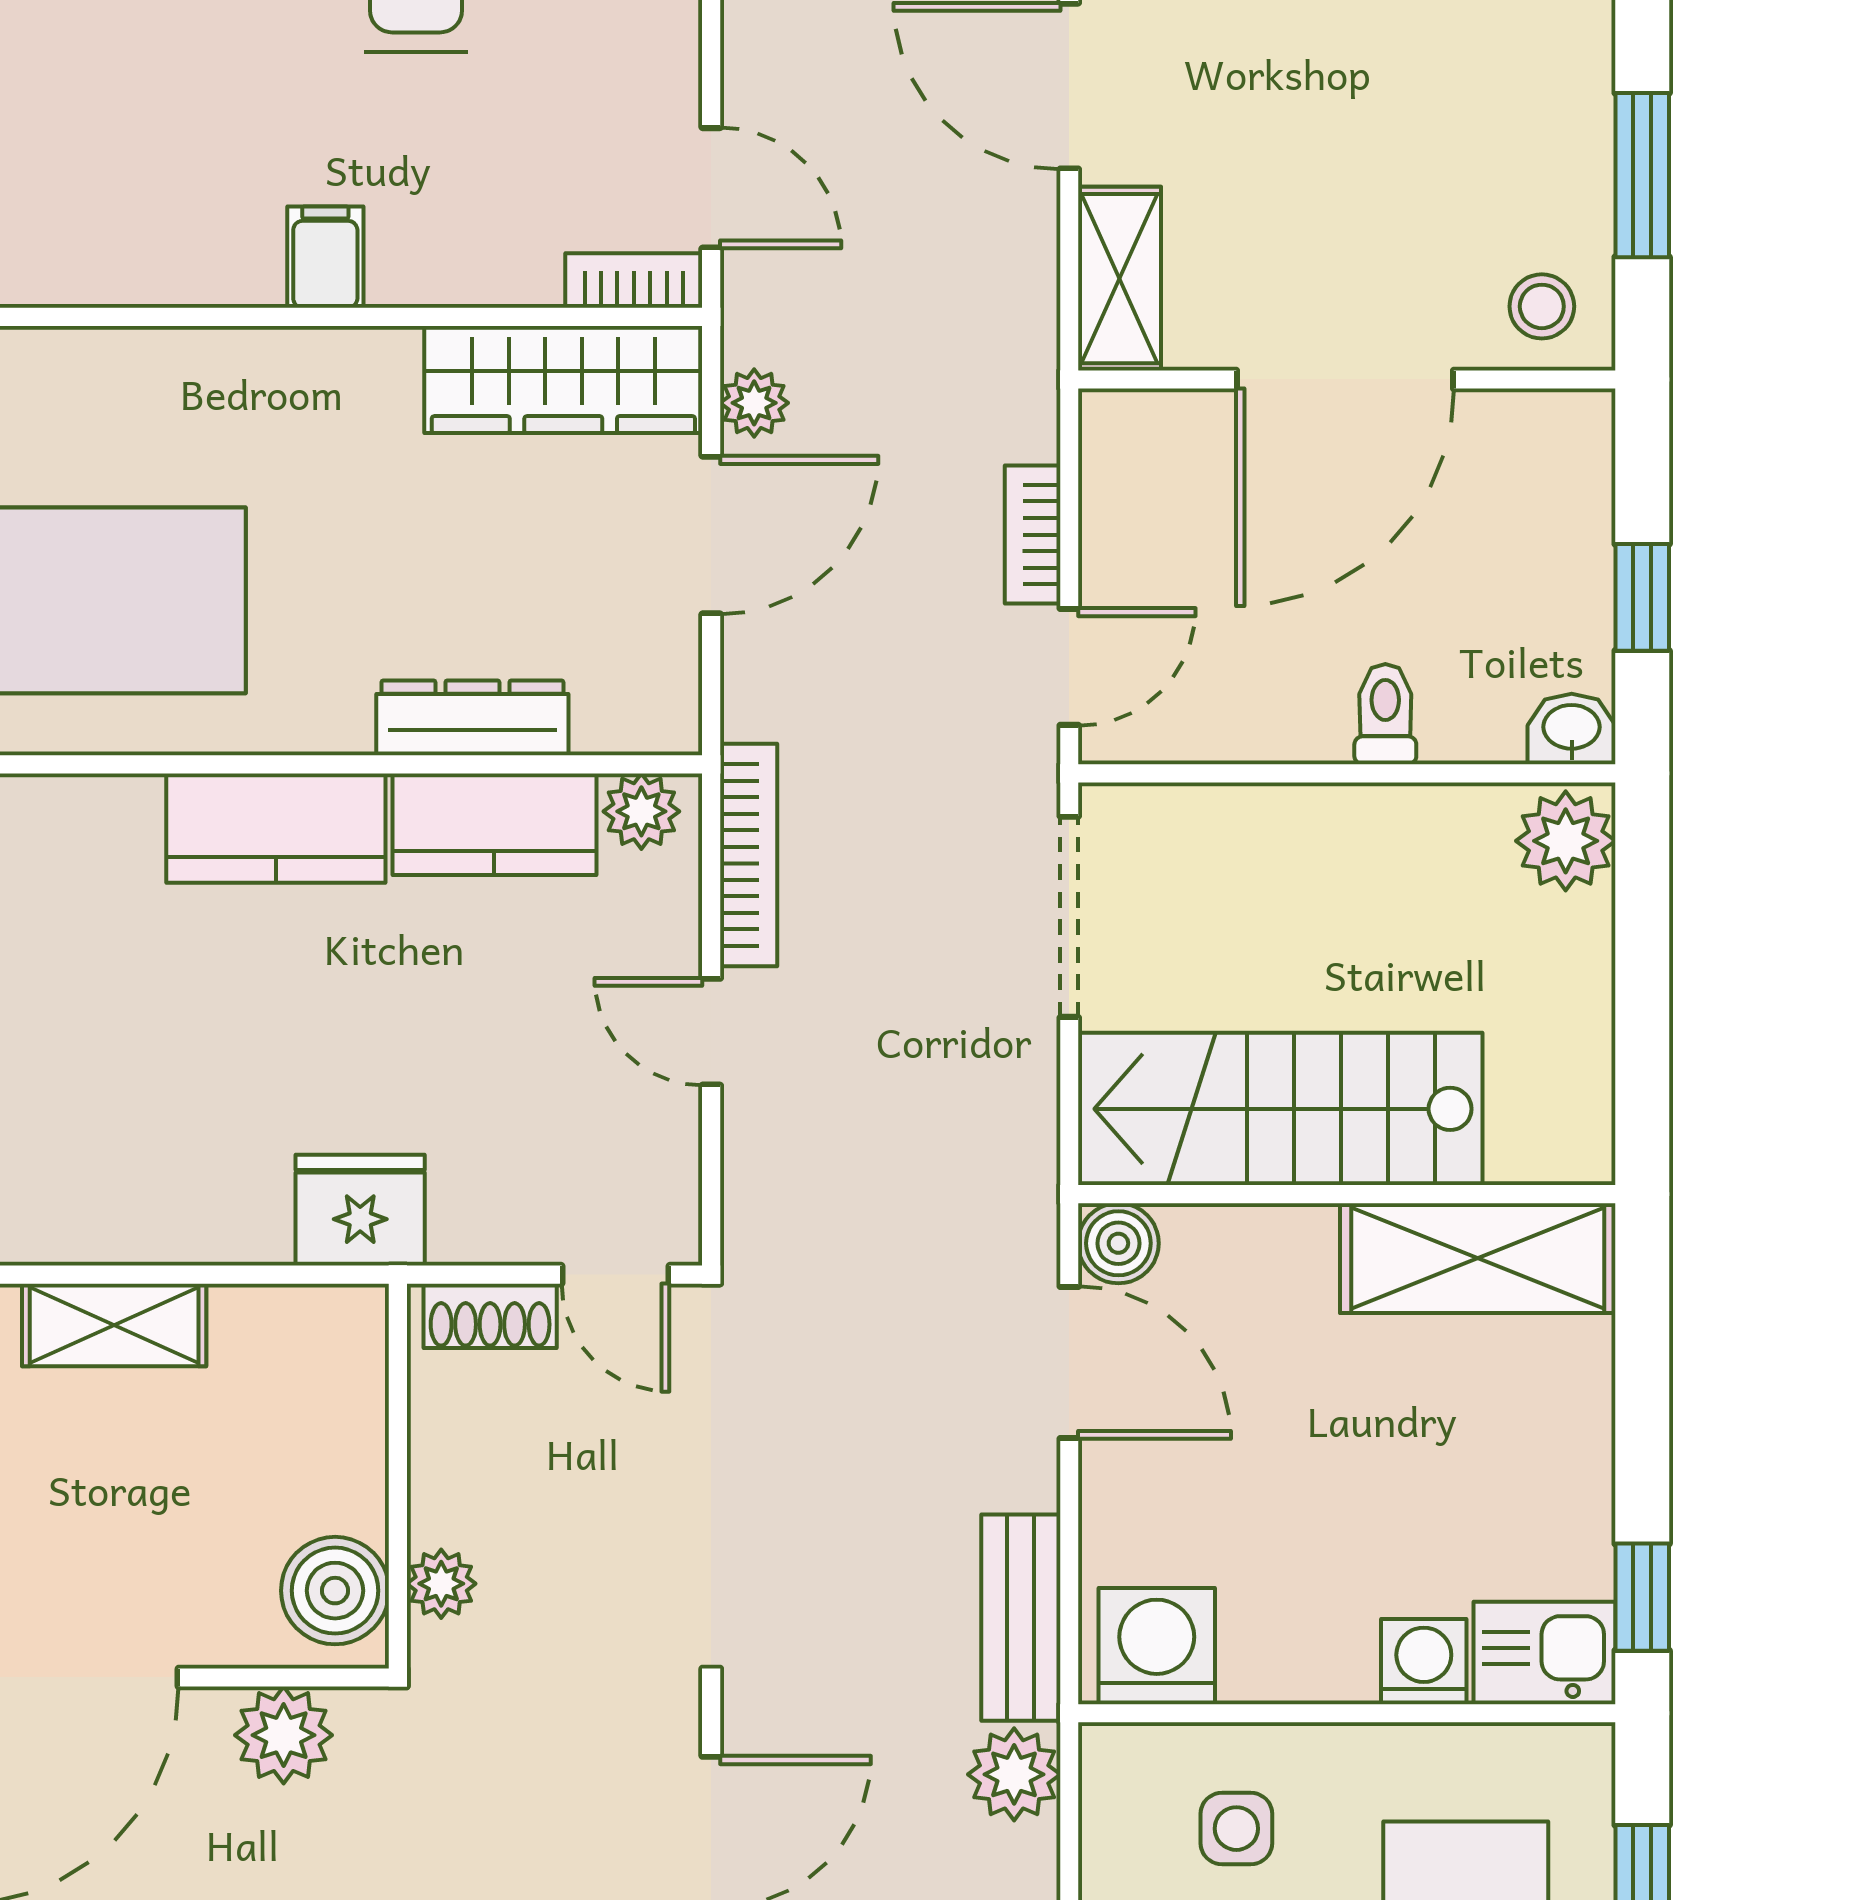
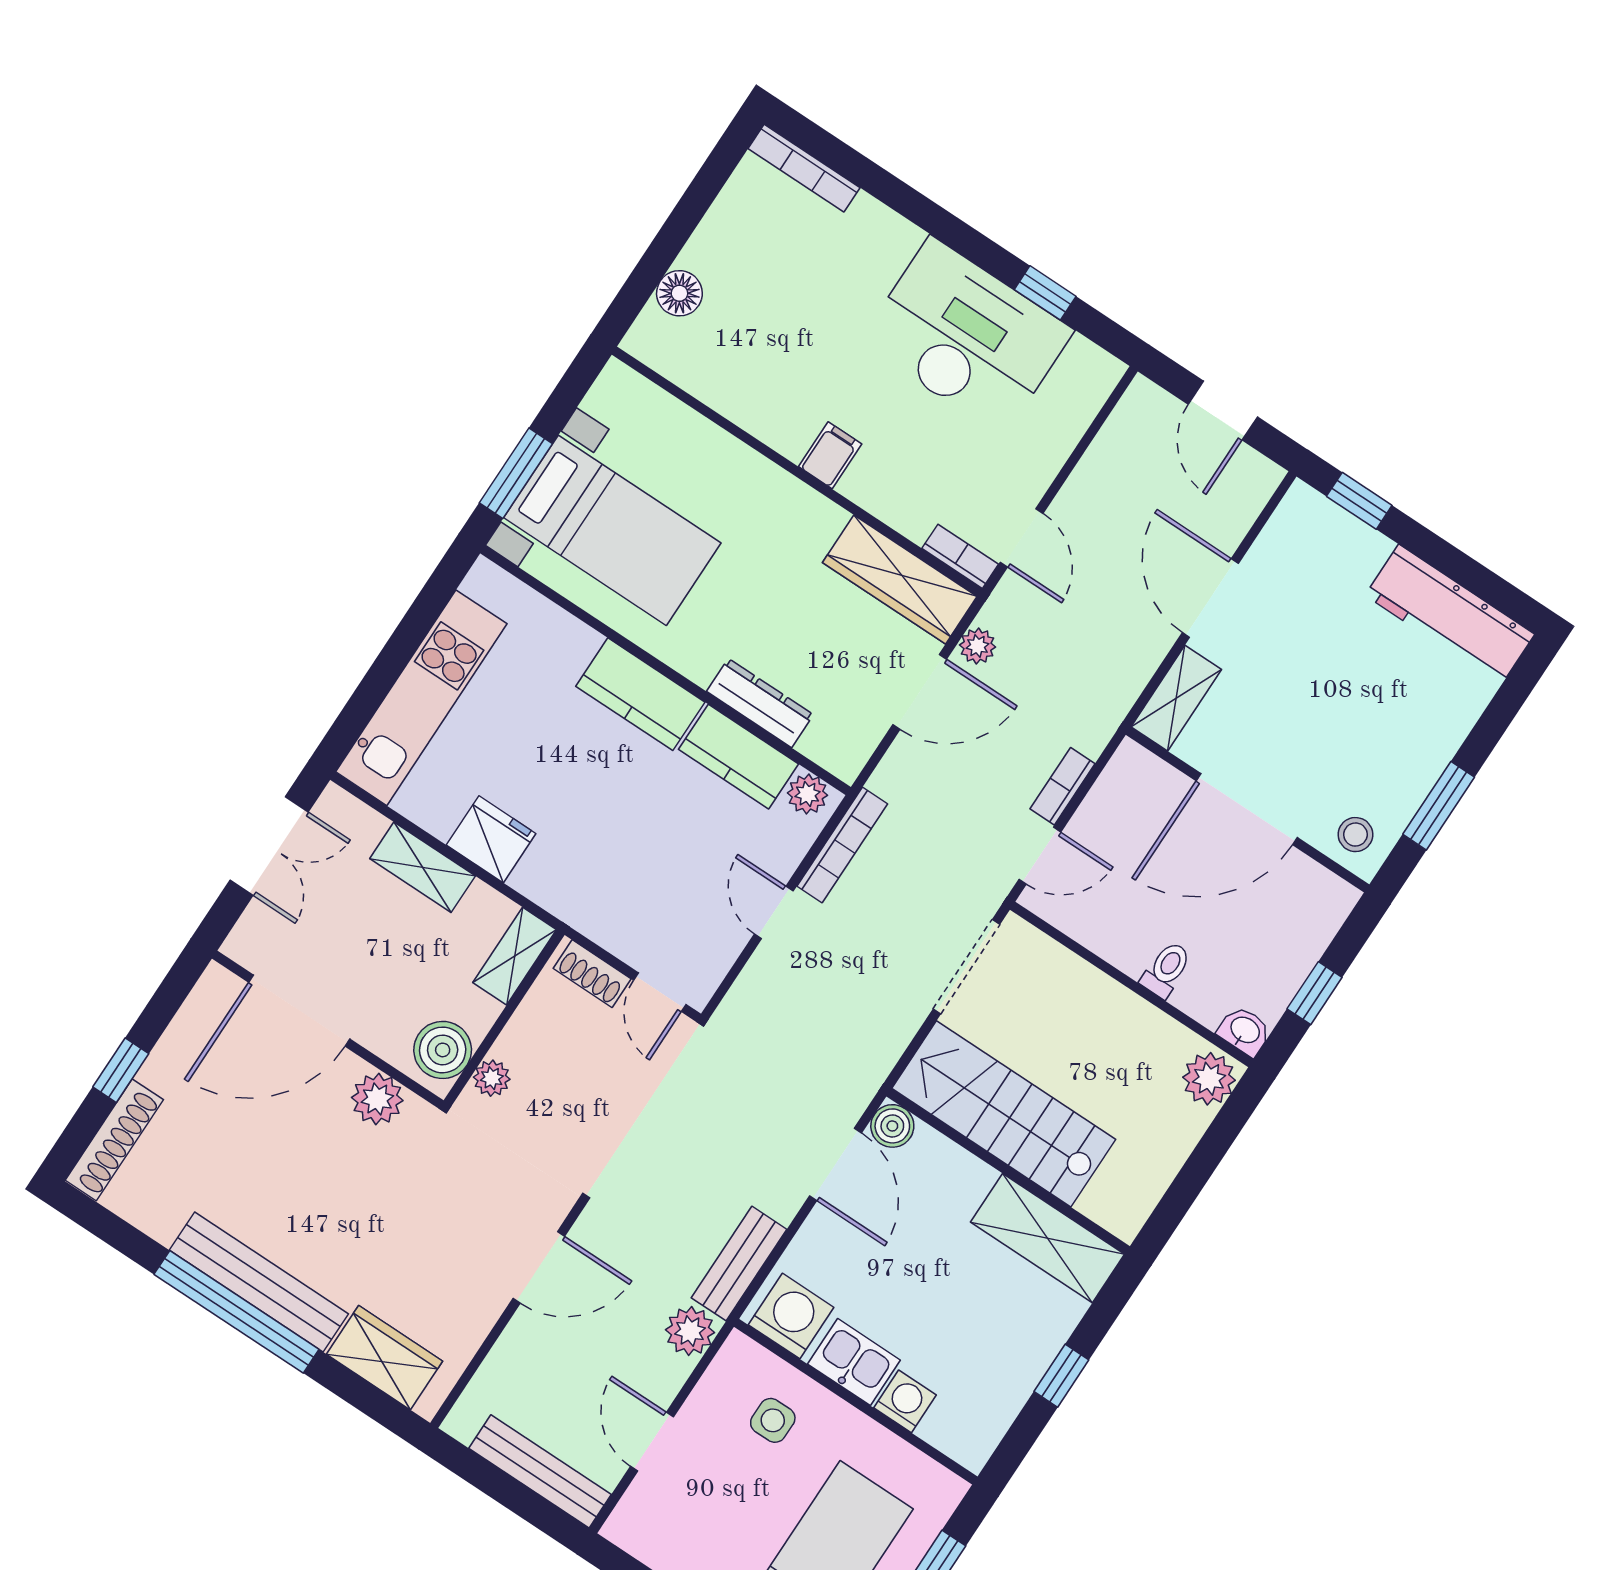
fridge: (360, 1210) -> (491, 839), moved
shelving: (351, 1369) -> (515, 956), added
window: (1642, 1597) -> (1061, 1376), moved
kitchen sink: (1544, 1653) -> (854, 1362), moved

